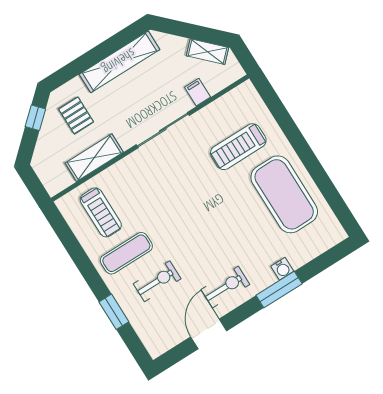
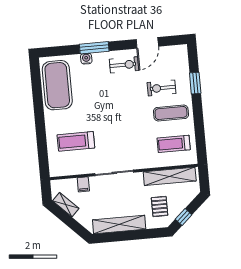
treadmill: (238, 147) -> (76, 141), turned 180
shelving: (94, 158) -> (170, 176), width x1.47
exercise mat: (284, 194) -> (57, 85), moved
treadmill: (101, 212) -> (174, 144), turned -90
exercise bike: (225, 287) -> (124, 65), turned 180

